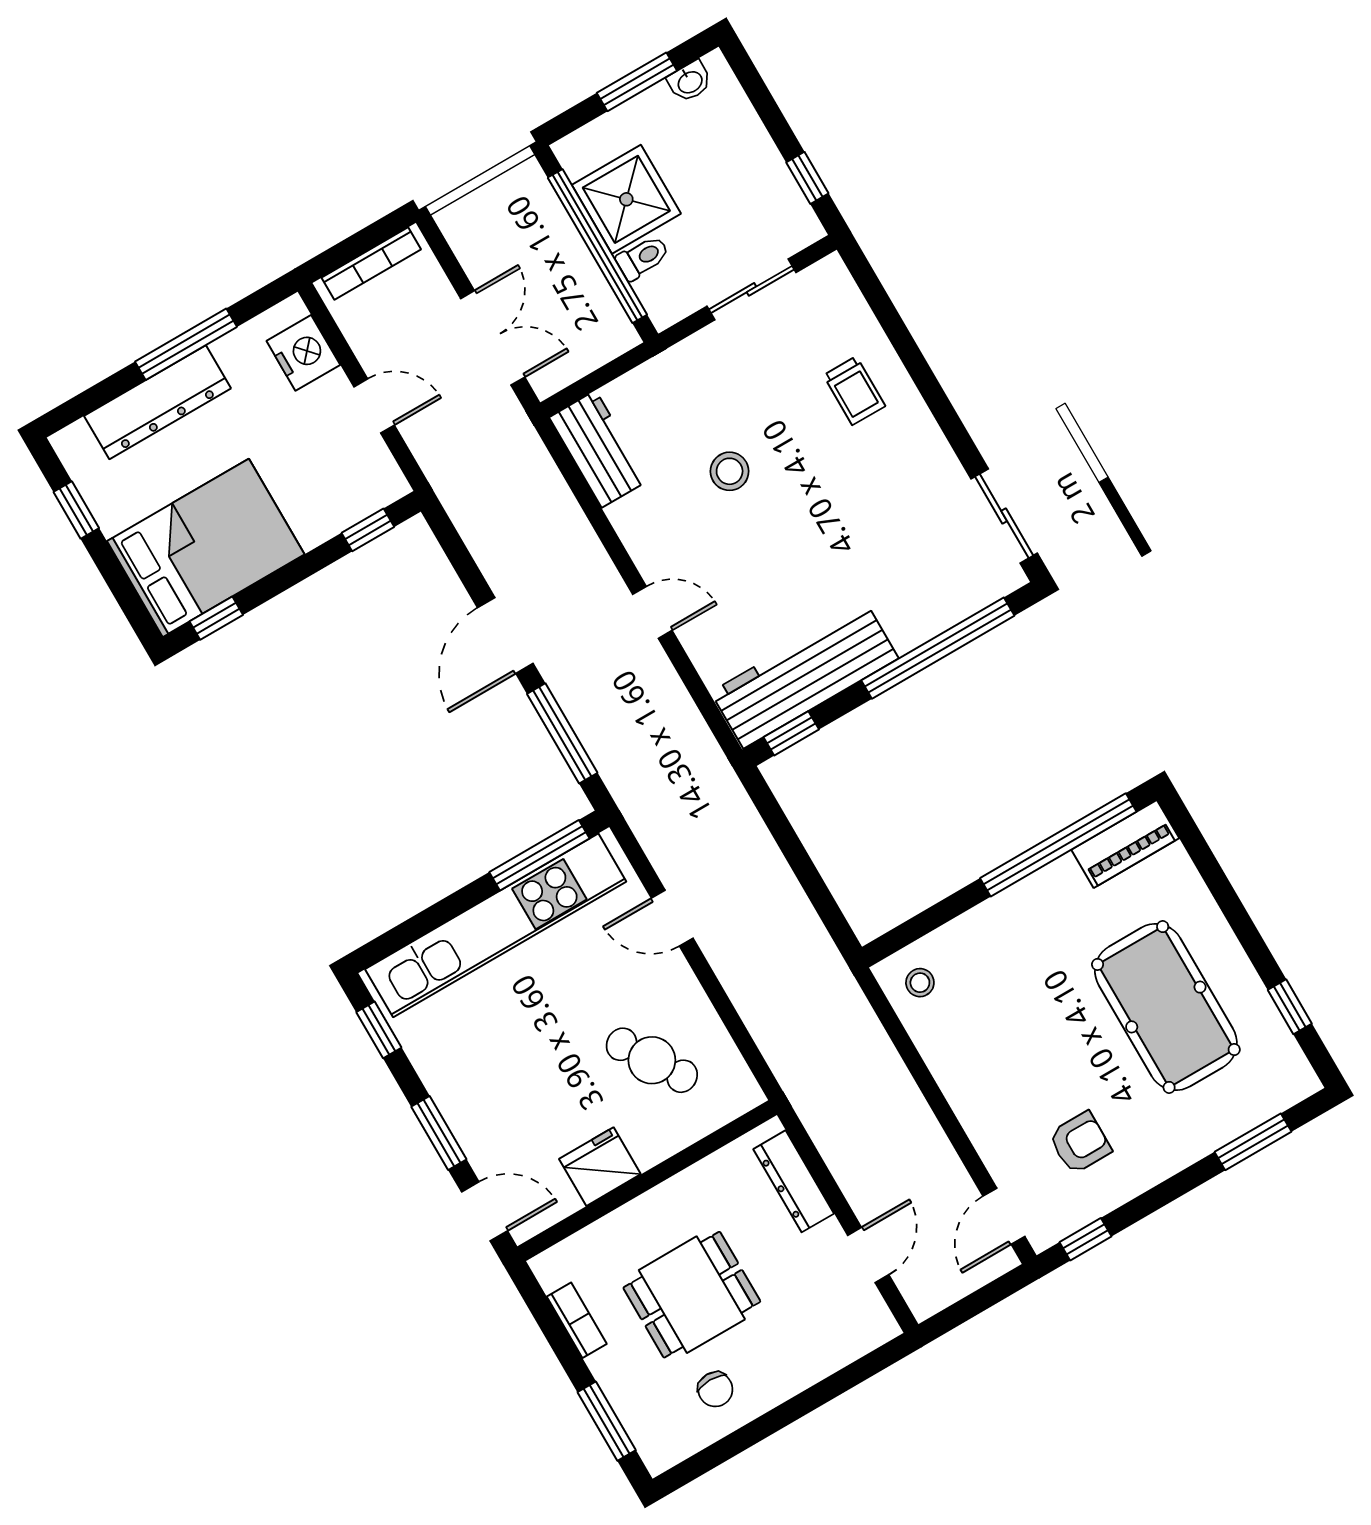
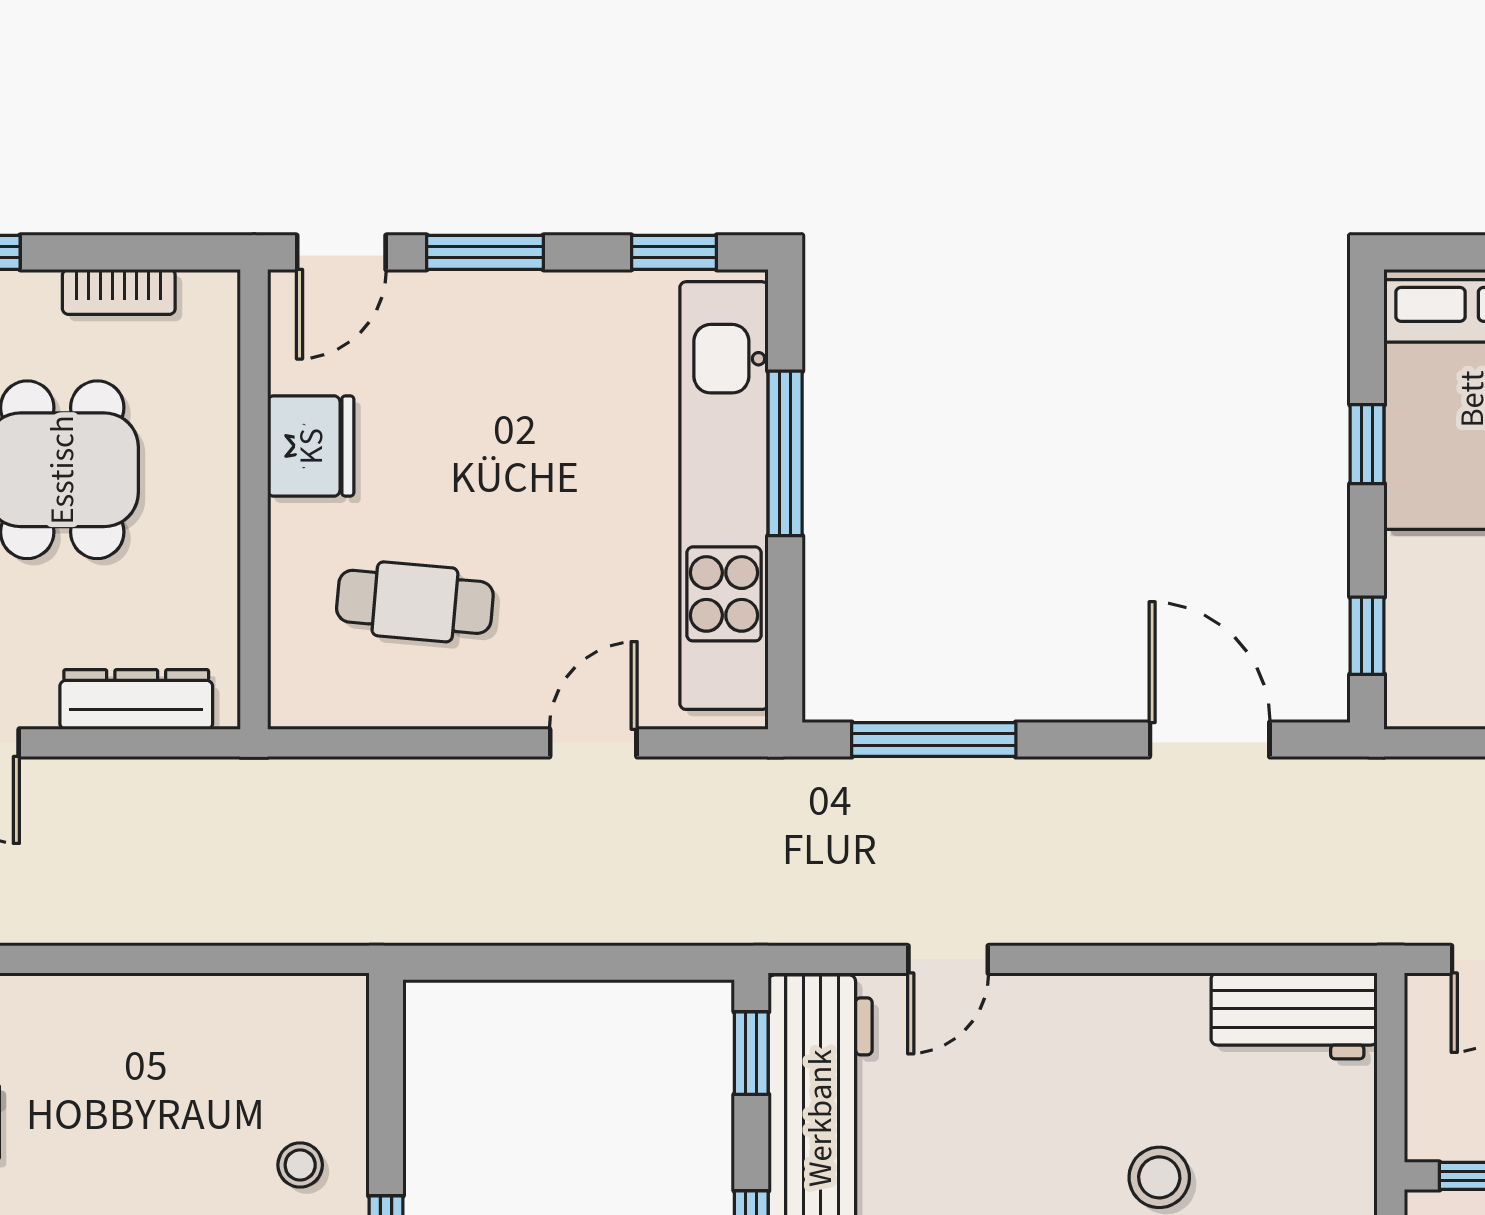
door: (652, 612) -> (948, 959), moved
window: (216, 618) -> (1367, 444), moved
door: (505, 636) -> (1210, 740), moved
window: (539, 855) -> (785, 453), moved
stool: (920, 983) -> (300, 1165), moved
cafe table: (652, 1060) -> (415, 602), turned 37

